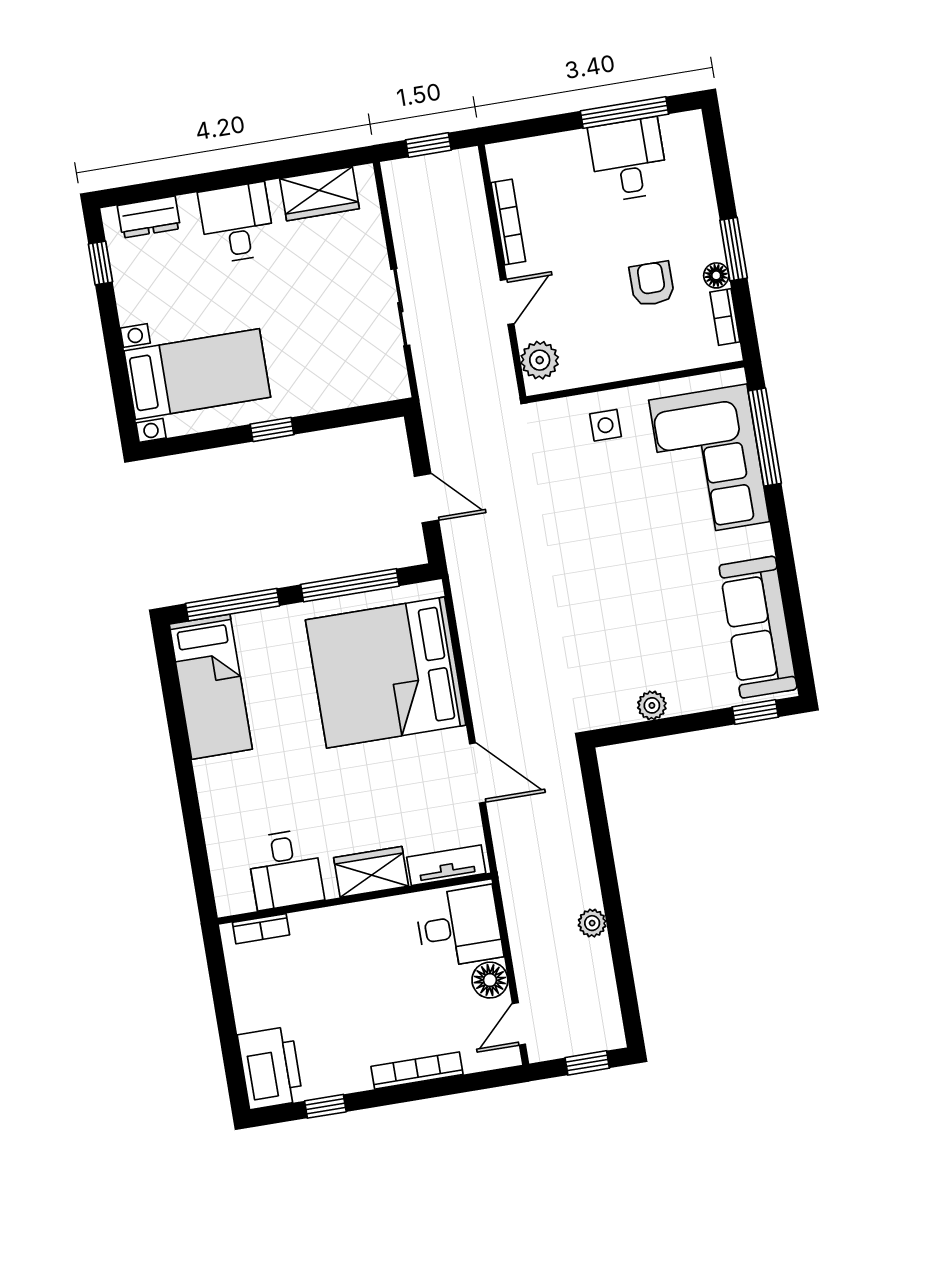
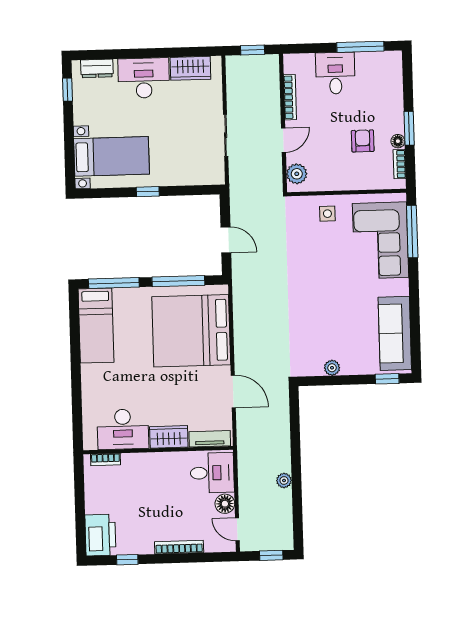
desk: (628, 160) -> (335, 73), moved
desk: (237, 223) -> (144, 78), width x1.37
desk: (285, 869) -> (123, 429), width x1.37
door: (519, 1024) -> (237, 529), hinge flipped

